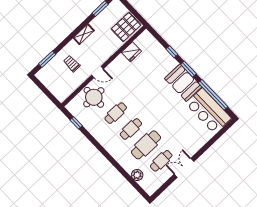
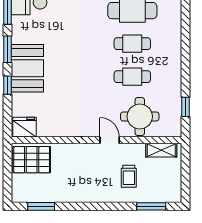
shelving: (84, 34) -> (161, 150), moved
fridge: (131, 52) -> (25, 127), moved
booth: (183, 83) -> (27, 68), moved

